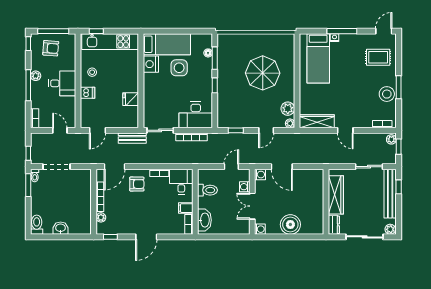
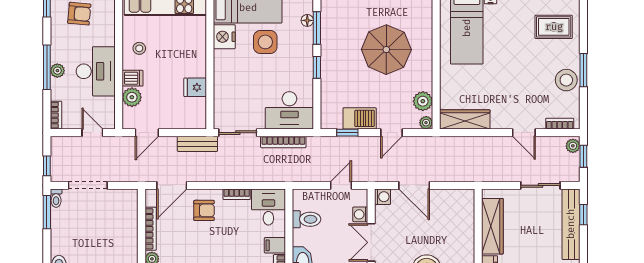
plant: (36, 76) -> (57, 71), moved
desk: (62, 83) -> (96, 71), width x1.37
plant: (87, 106) -> (132, 97), added
barbecue: (244, 120) -> (360, 118), added
door: (345, 130) -> (524, 133), moved

